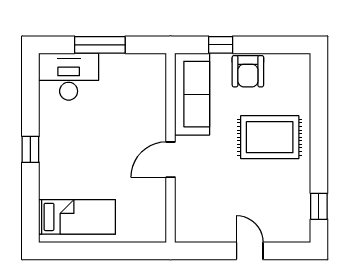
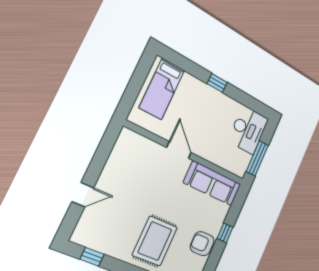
sofa: (192, 94) -> (212, 183), moved
wall: (171, 148) -> (186, 154), moved
door: (171, 160) -> (179, 150), moved

